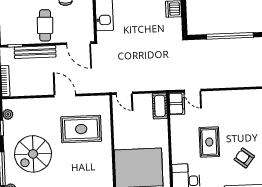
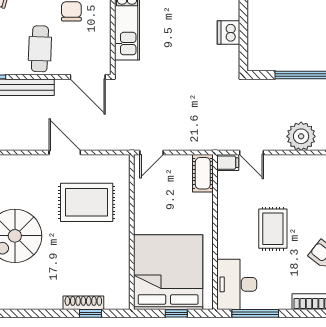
plant: (226, 78) -> (301, 136), added
door: (124, 93) -> (152, 153), hinge flipped
filing cabinet: (177, 104) -> (228, 163), width x0.50

